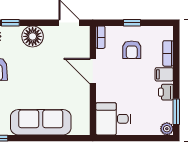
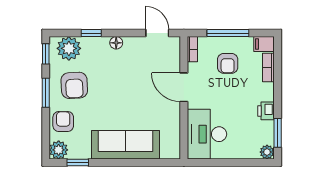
window: (132, 23) -> (228, 33), width x2.17
floor lamp: (33, 36) -> (116, 43), width x0.53, depth x0.53
filing cabinet: (164, 74) -> (264, 44), moved
desk: (113, 119) -> (207, 134), width x1.37

